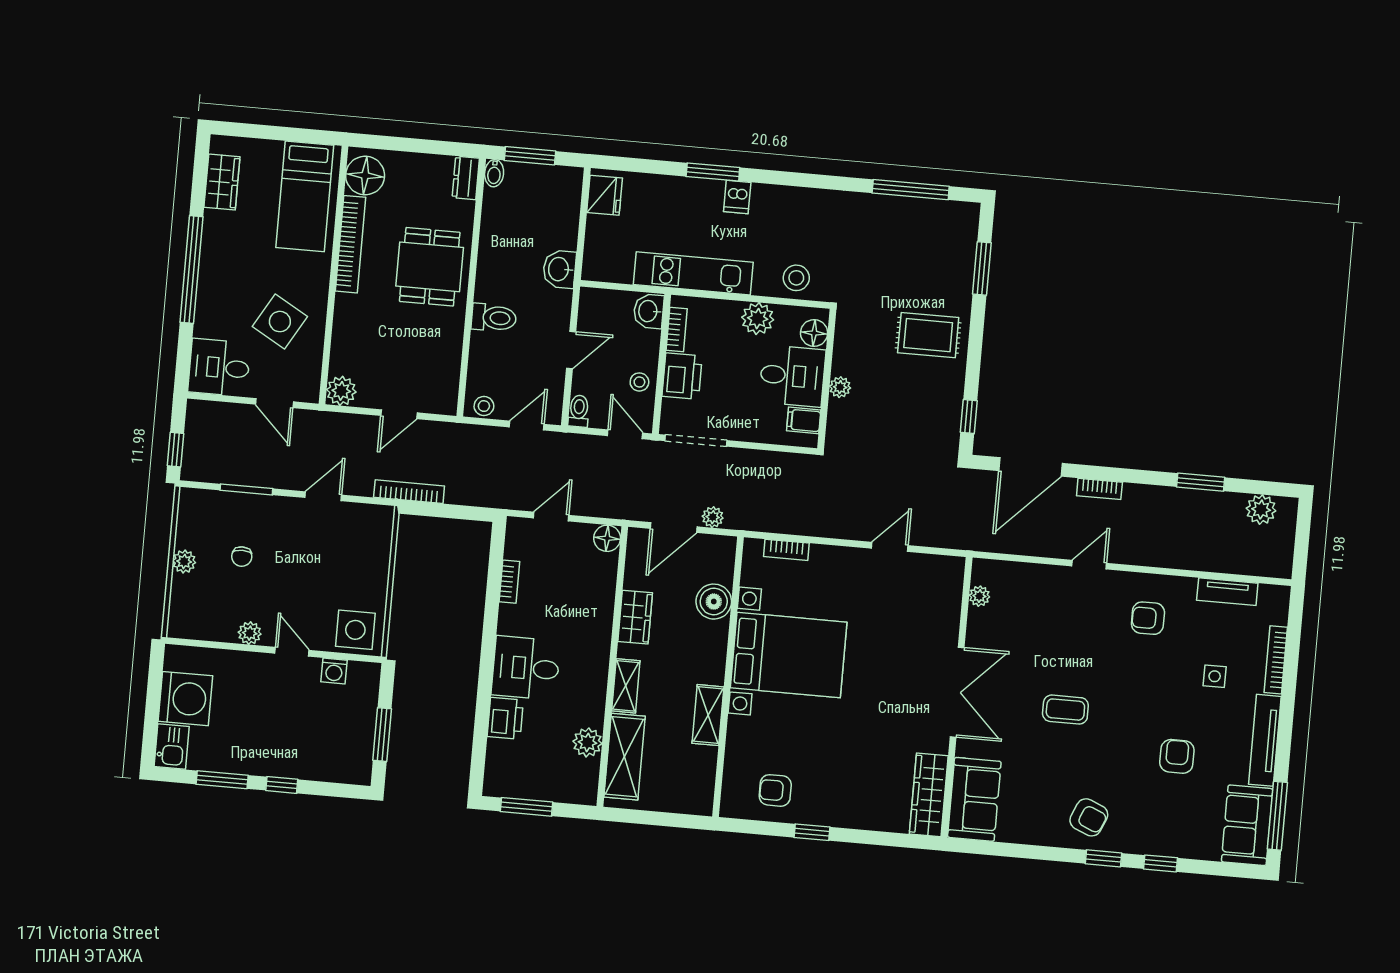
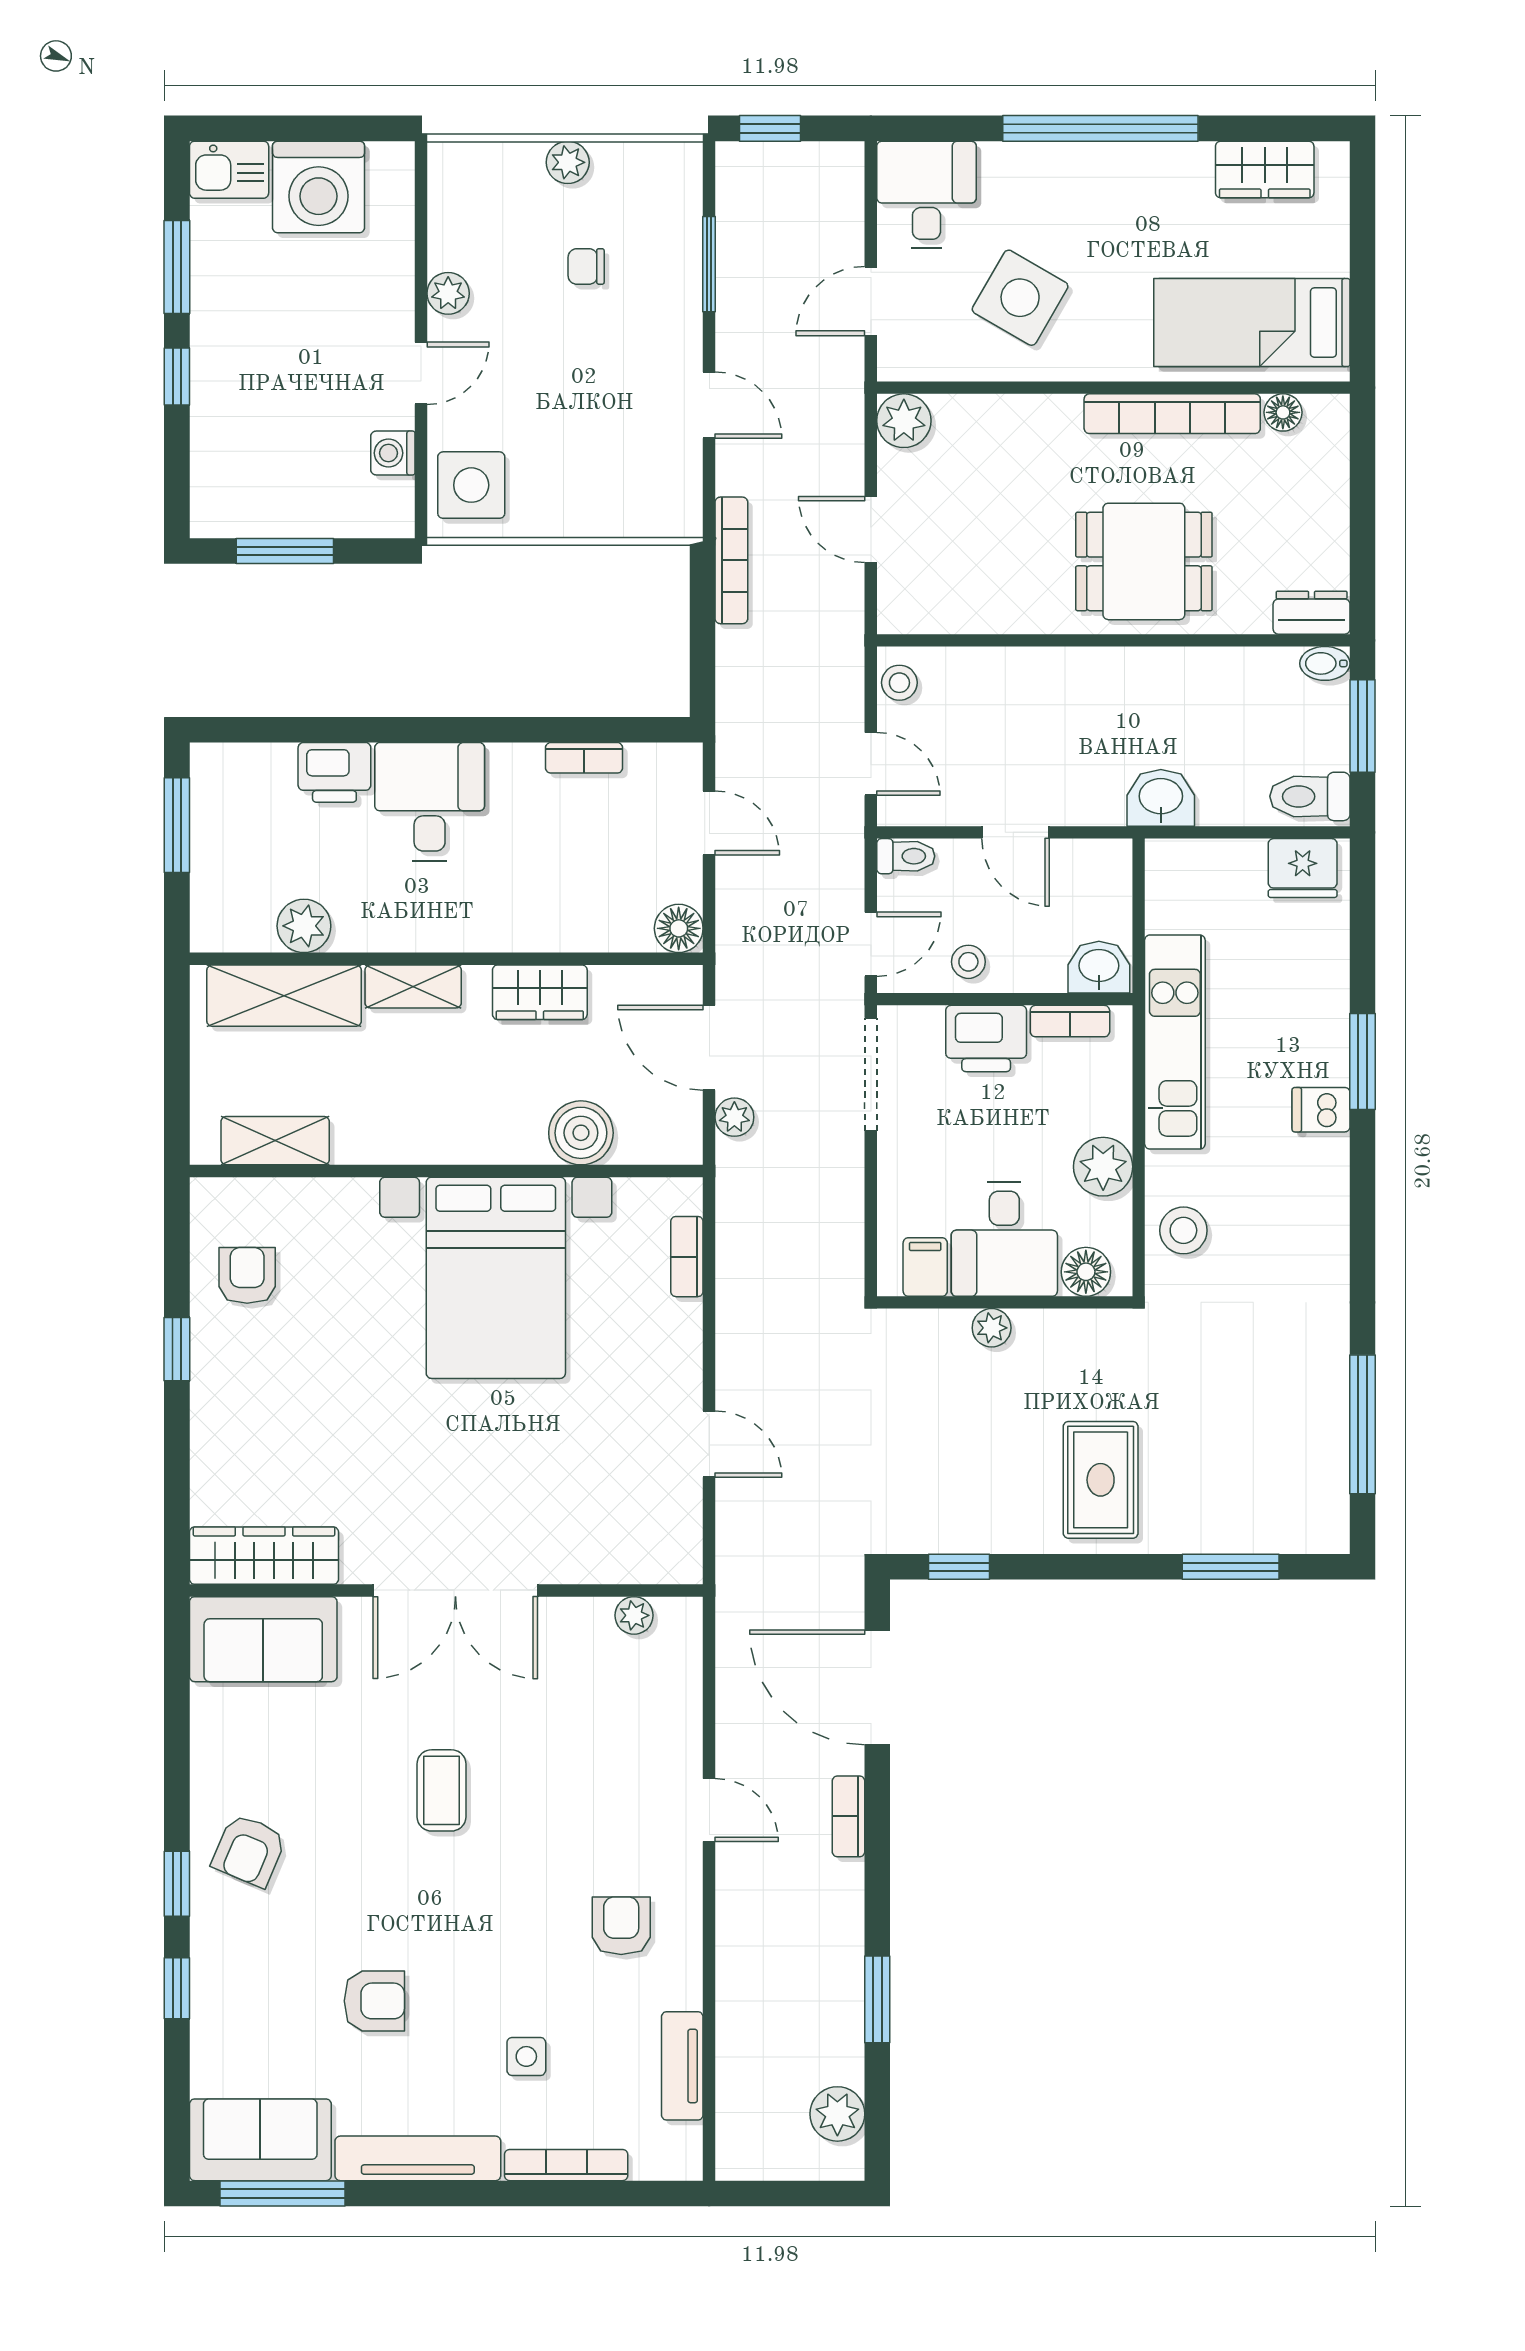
floor lamp: (365, 176) -> (1283, 412), width x0.53, depth x0.53
toilet: (494, 318) -> (1310, 796), moved, turned 90
shelving: (708, 715) -> (275, 1141), moved

